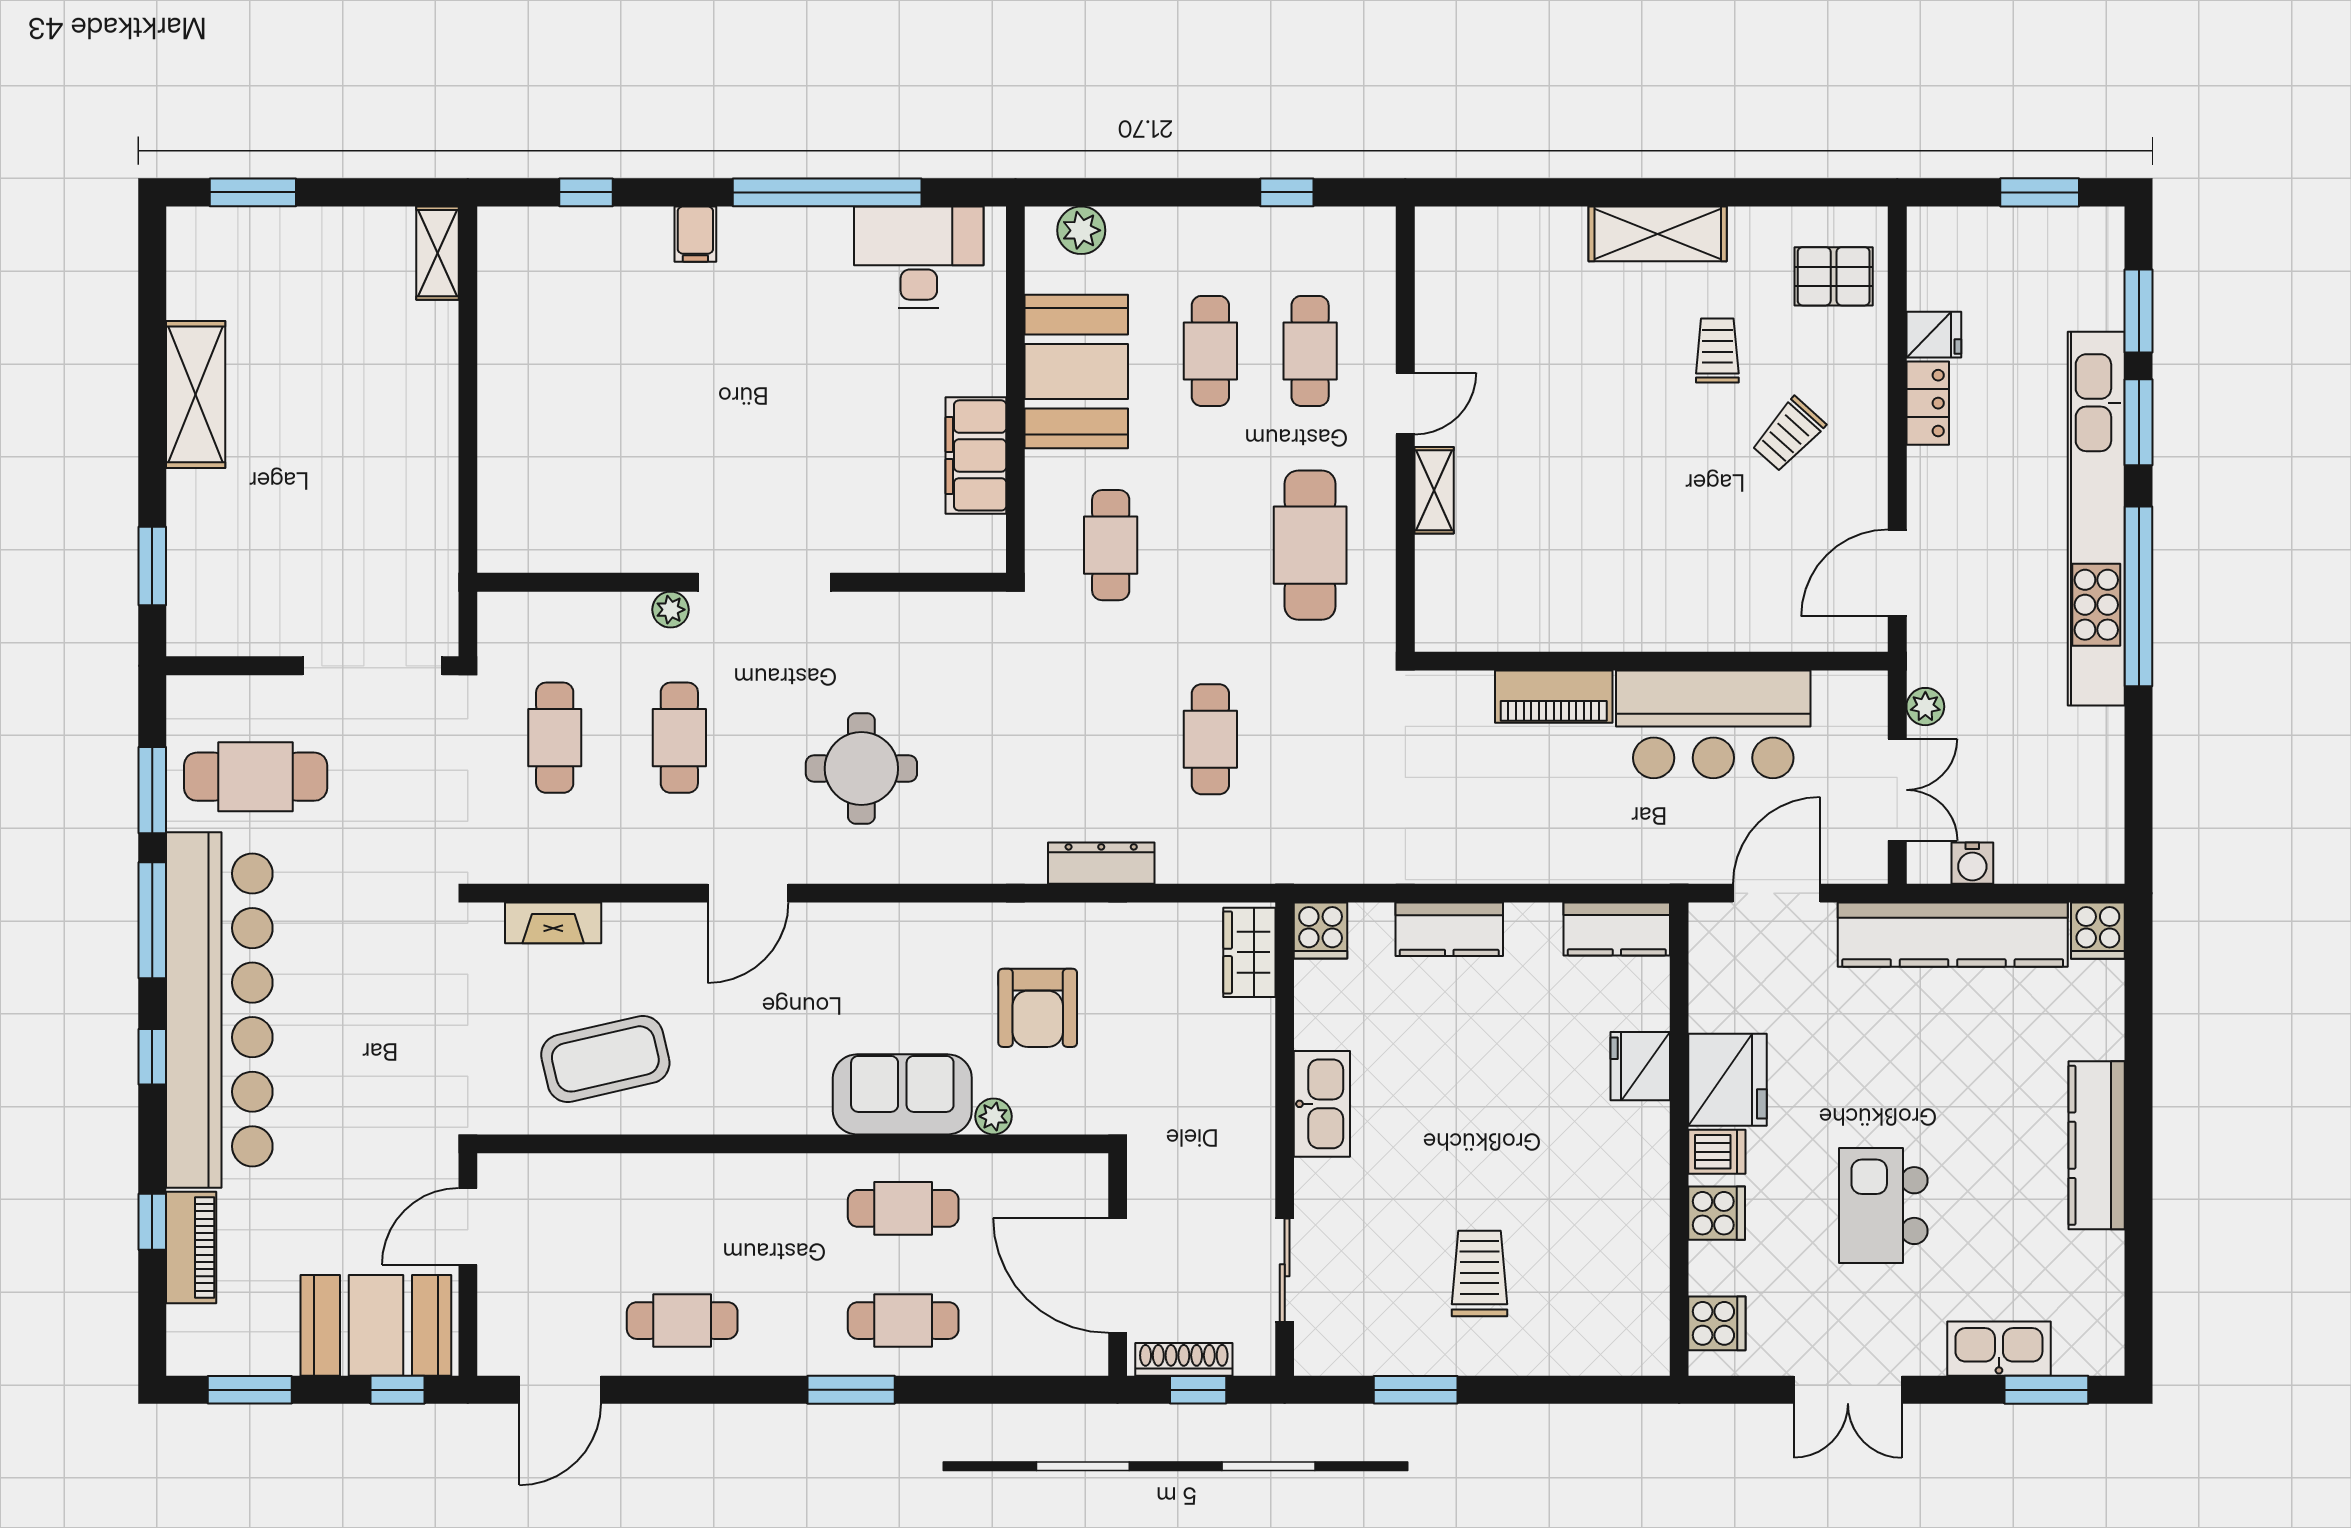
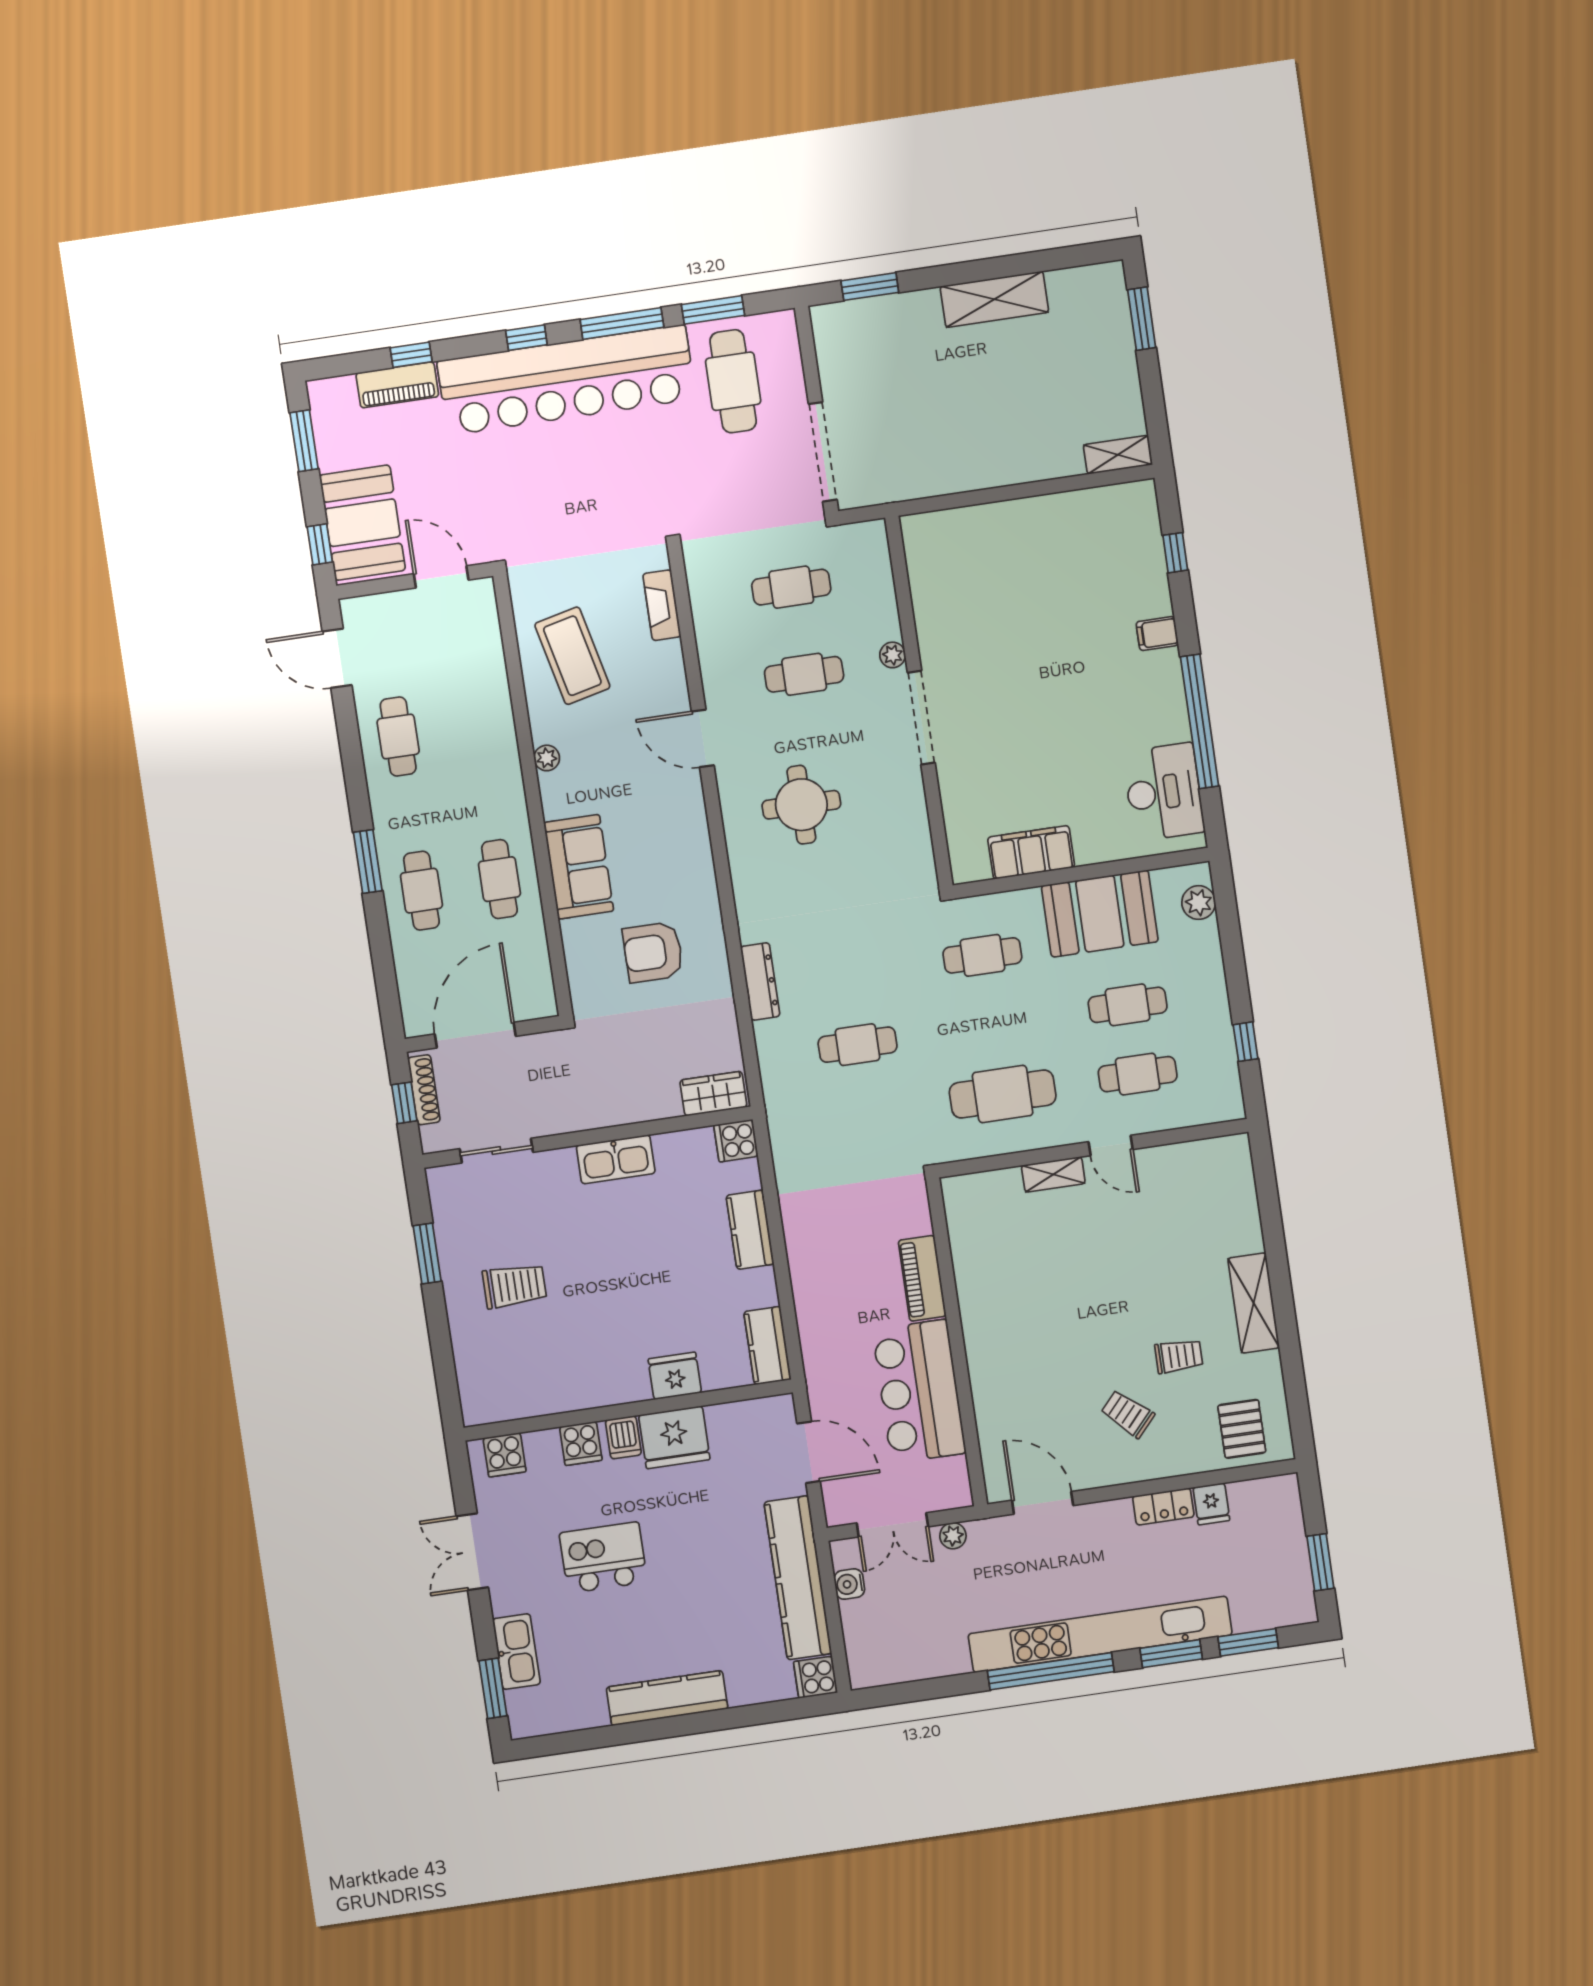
plant: (994, 1116) -> (547, 758), moved

